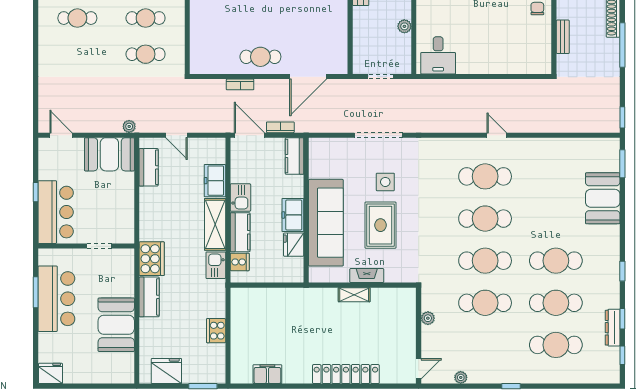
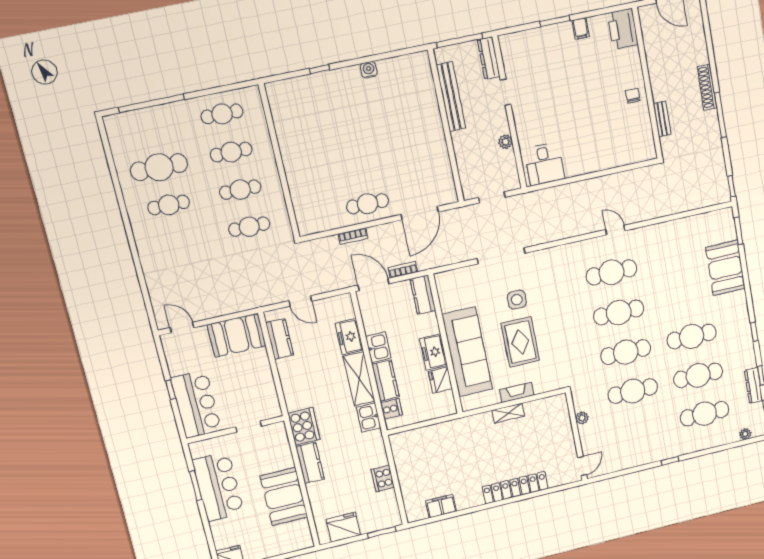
plant: (129, 126) -> (250, 303), removed
plant: (461, 377) -> (745, 434), moved

